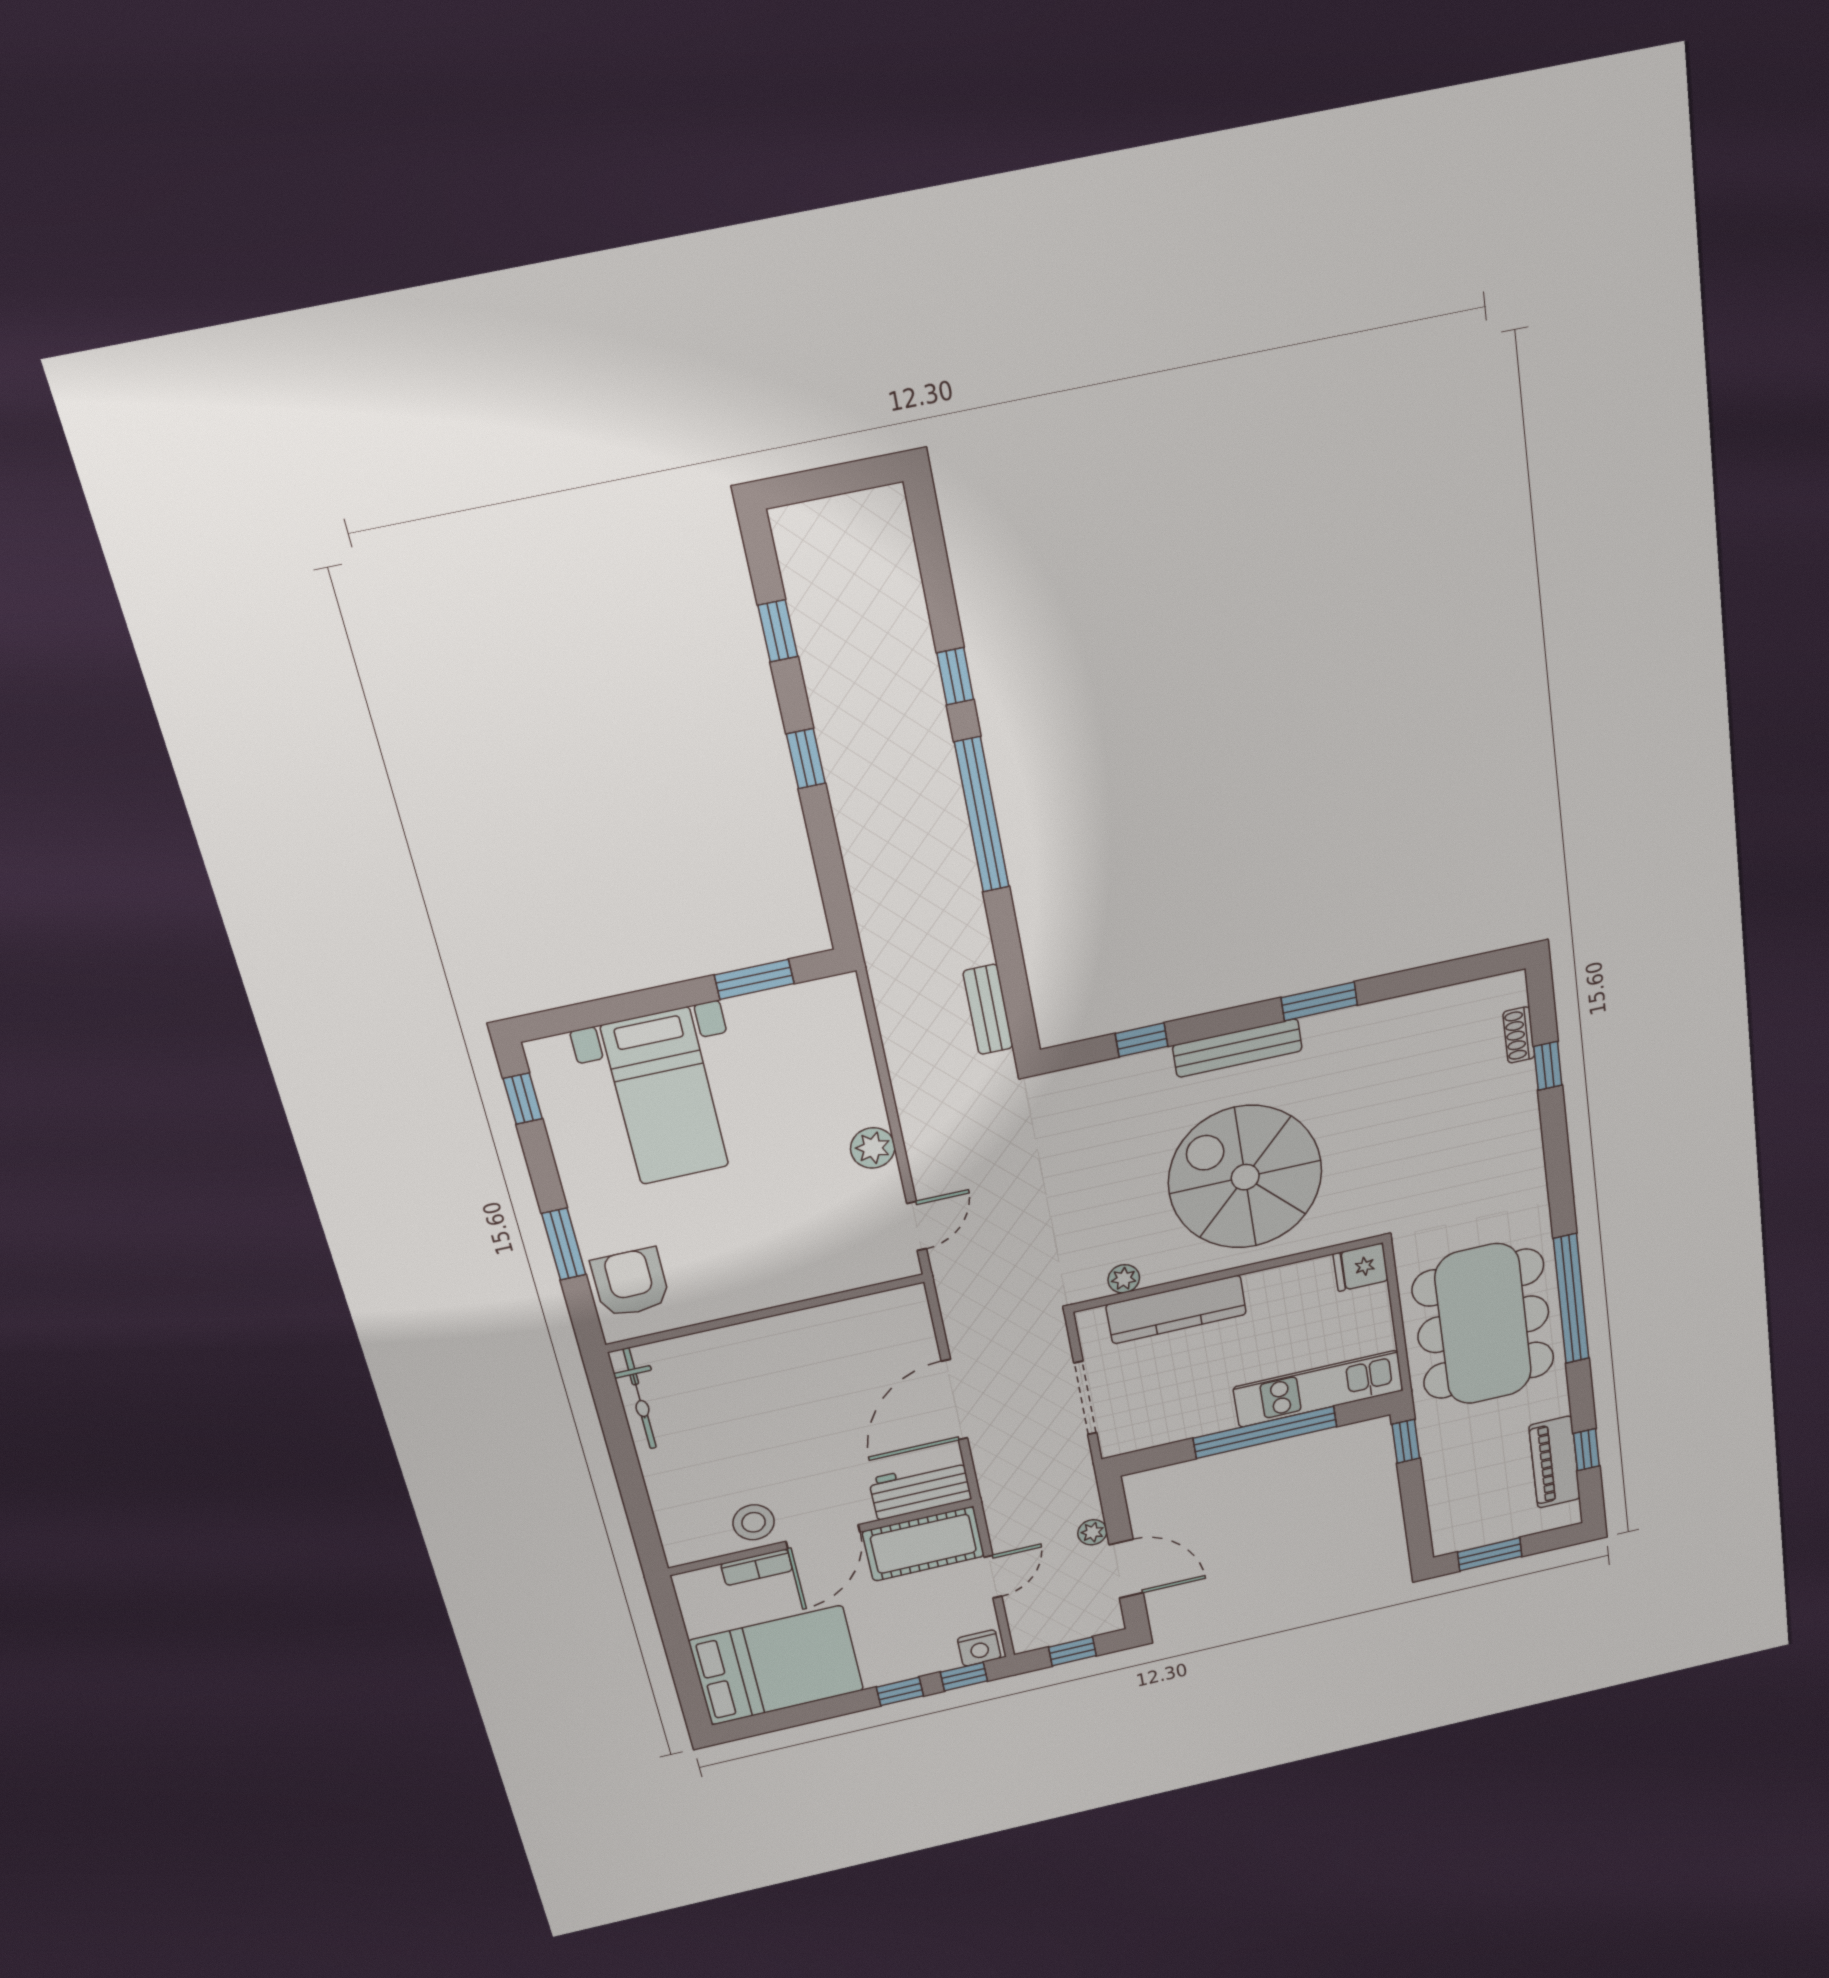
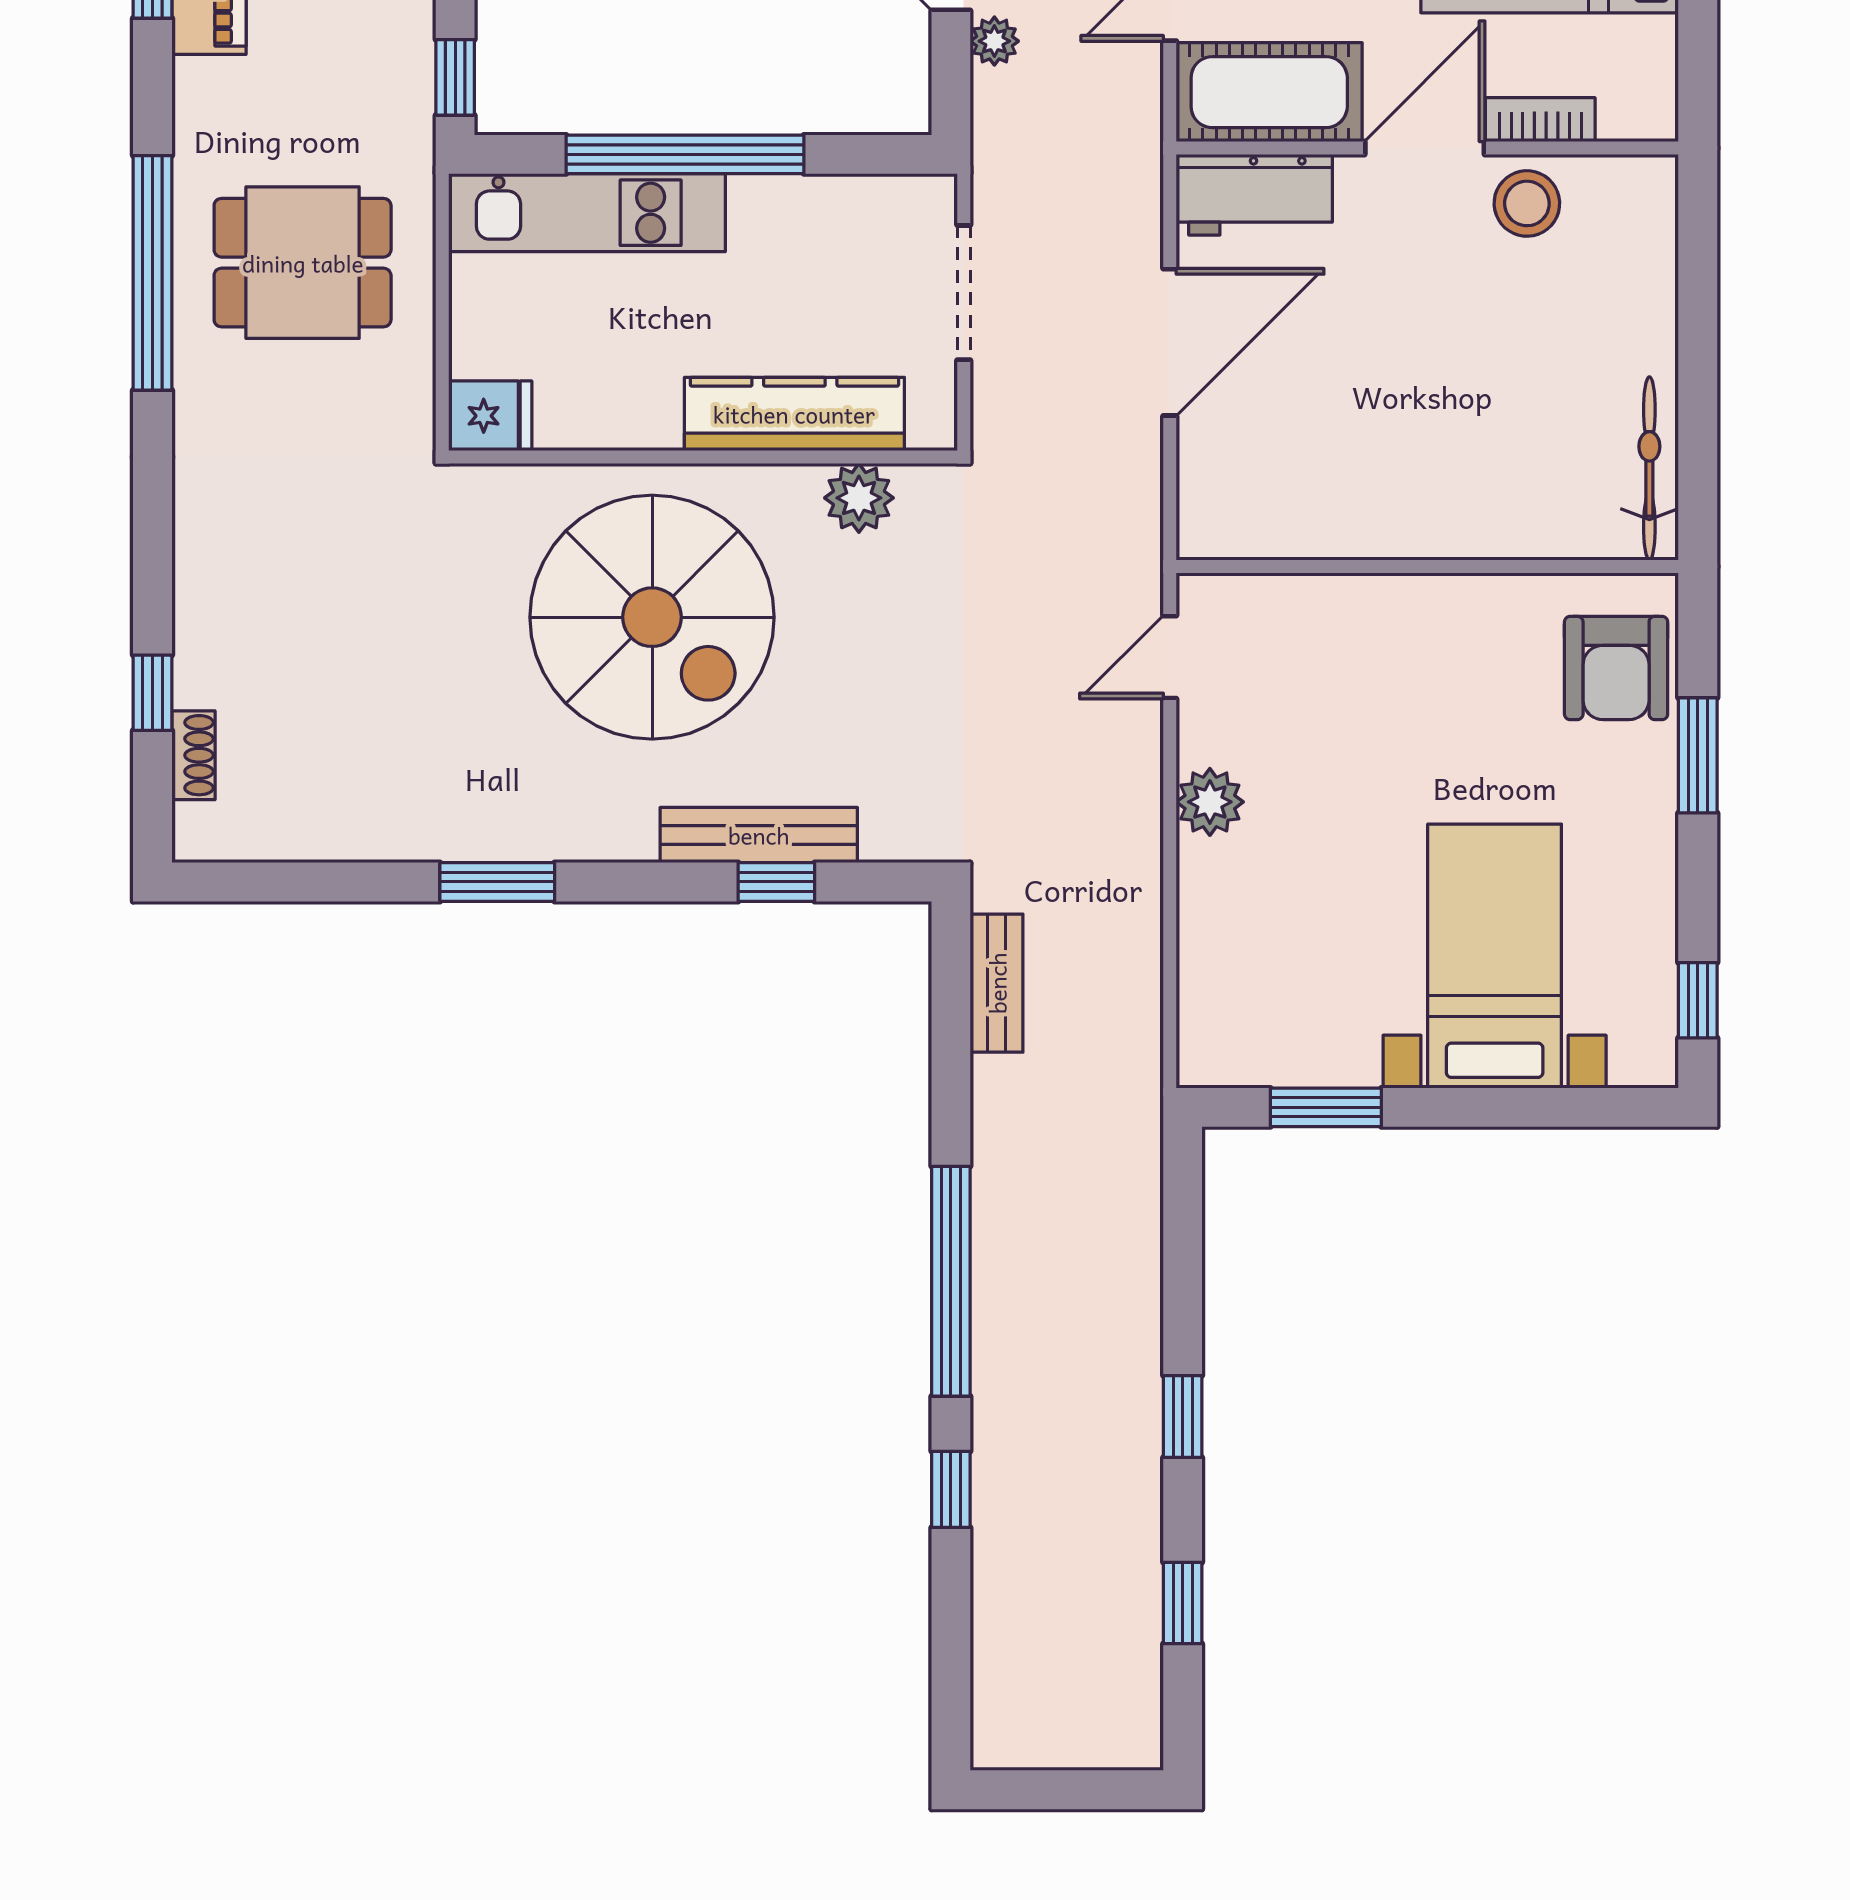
bench: (1237, 1048) -> (759, 835), moved
plant: (1124, 1279) -> (859, 498), width x1.38, depth x1.38
dining table: (1483, 1324) -> (303, 263), width x0.53, depth x0.80

